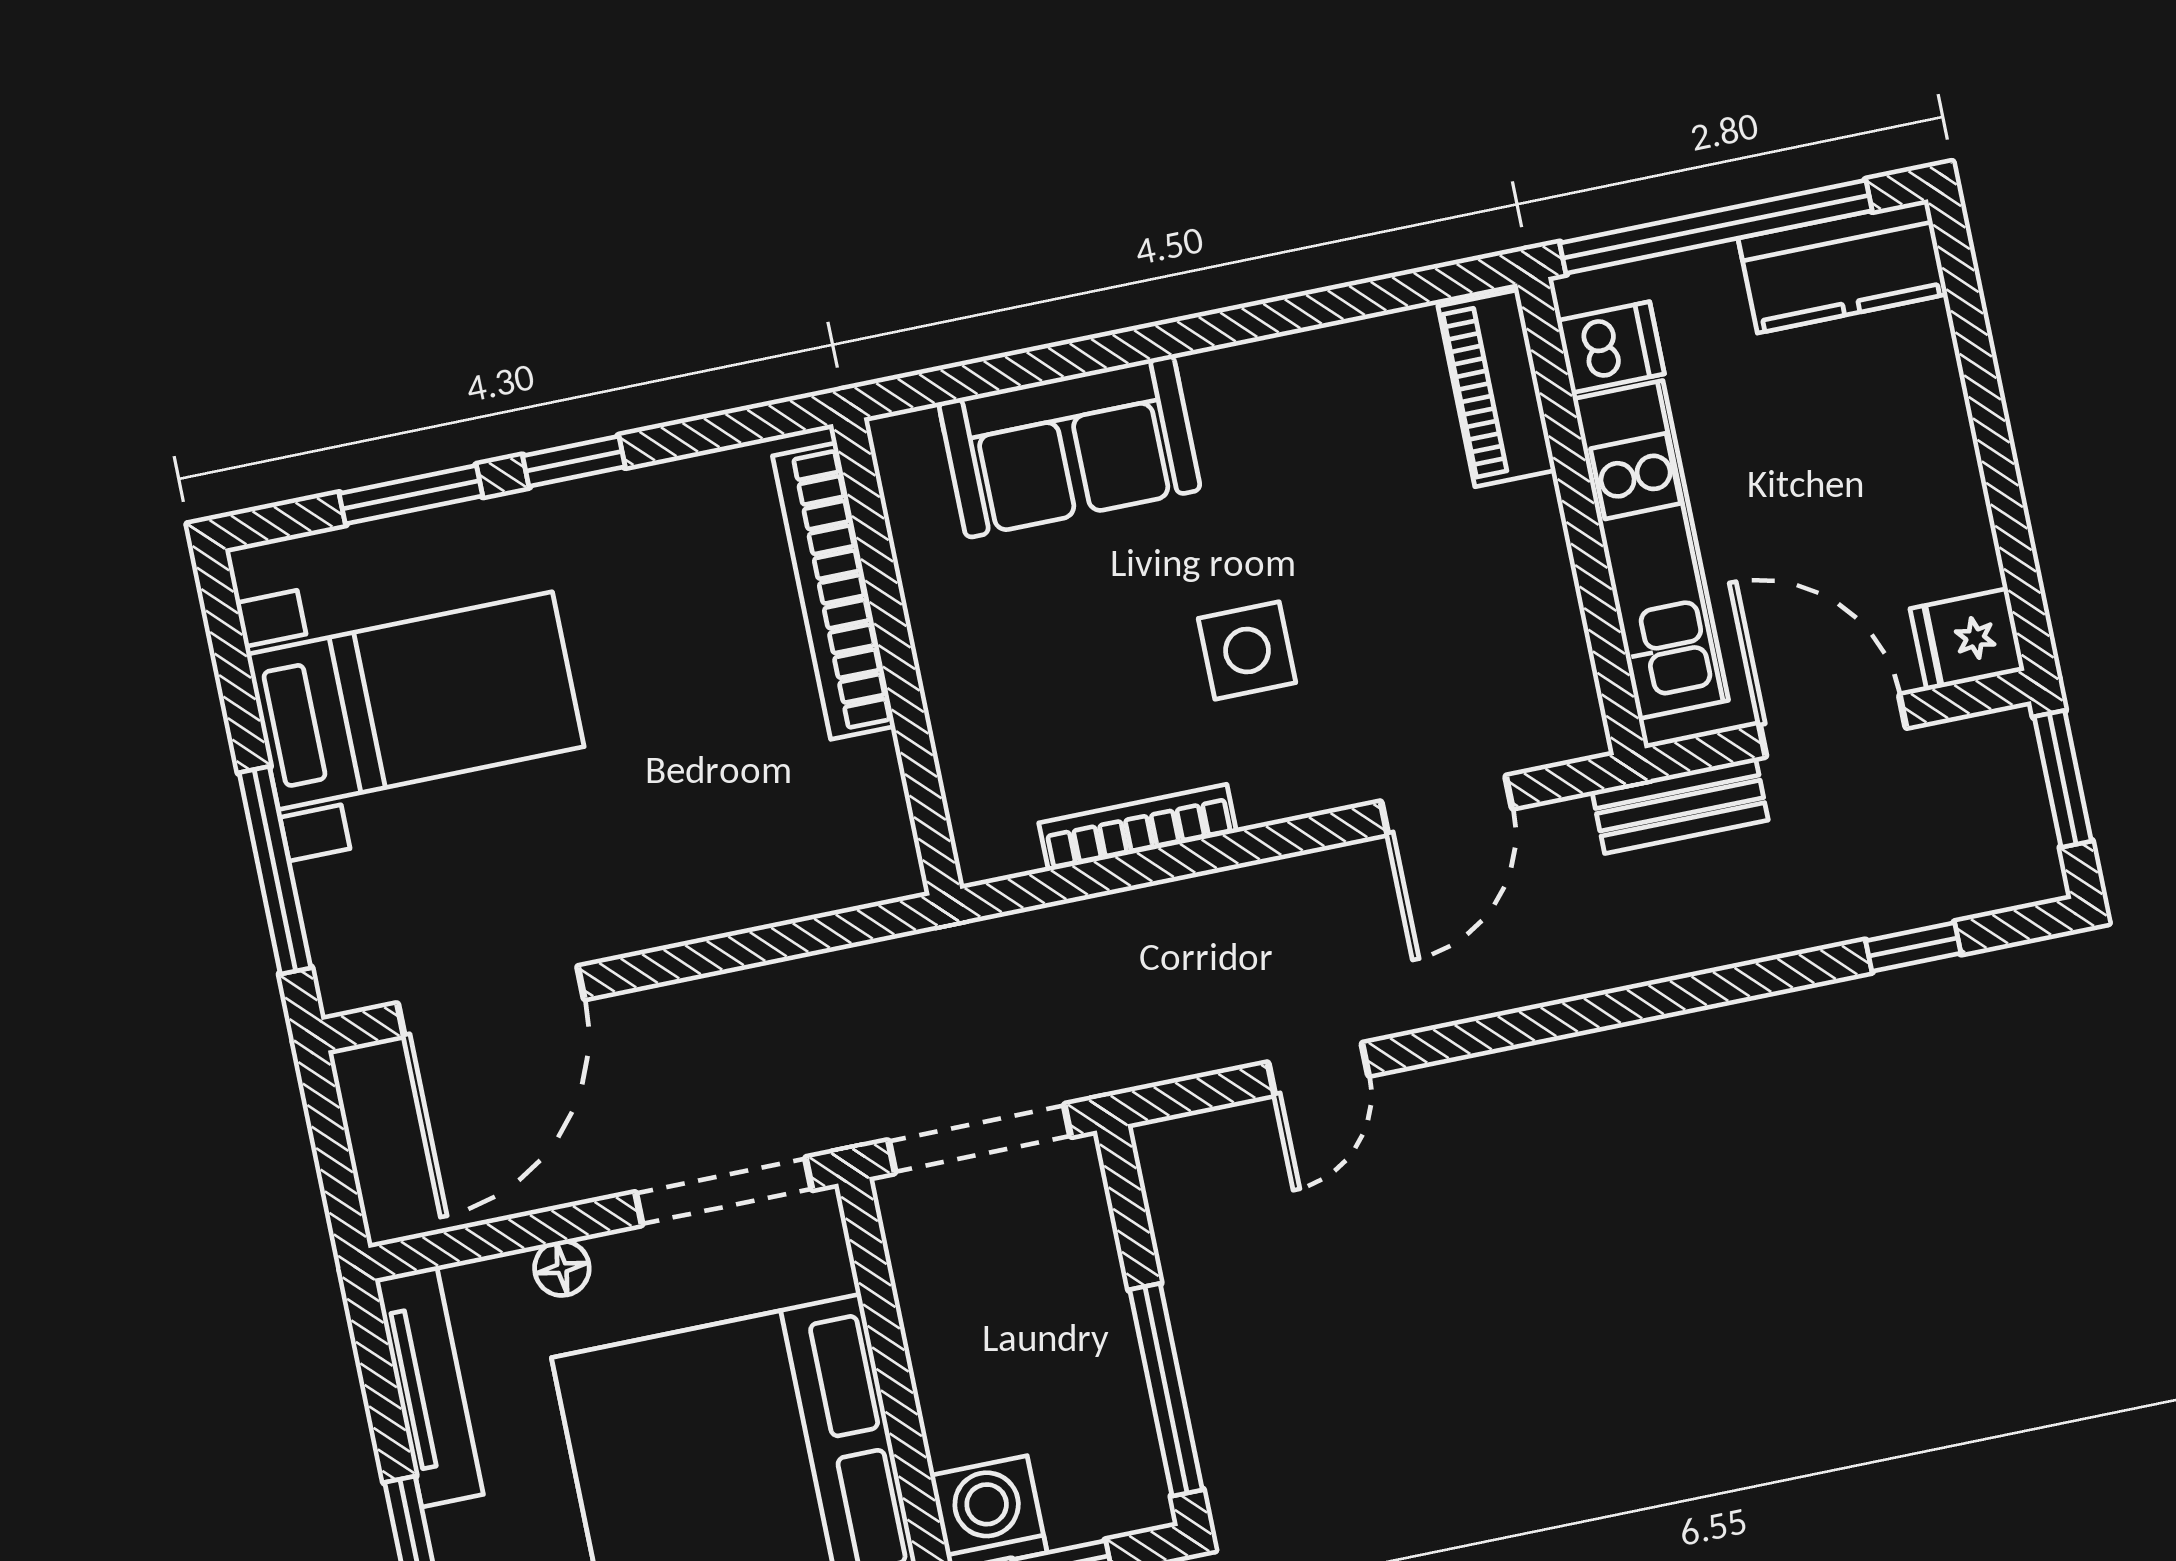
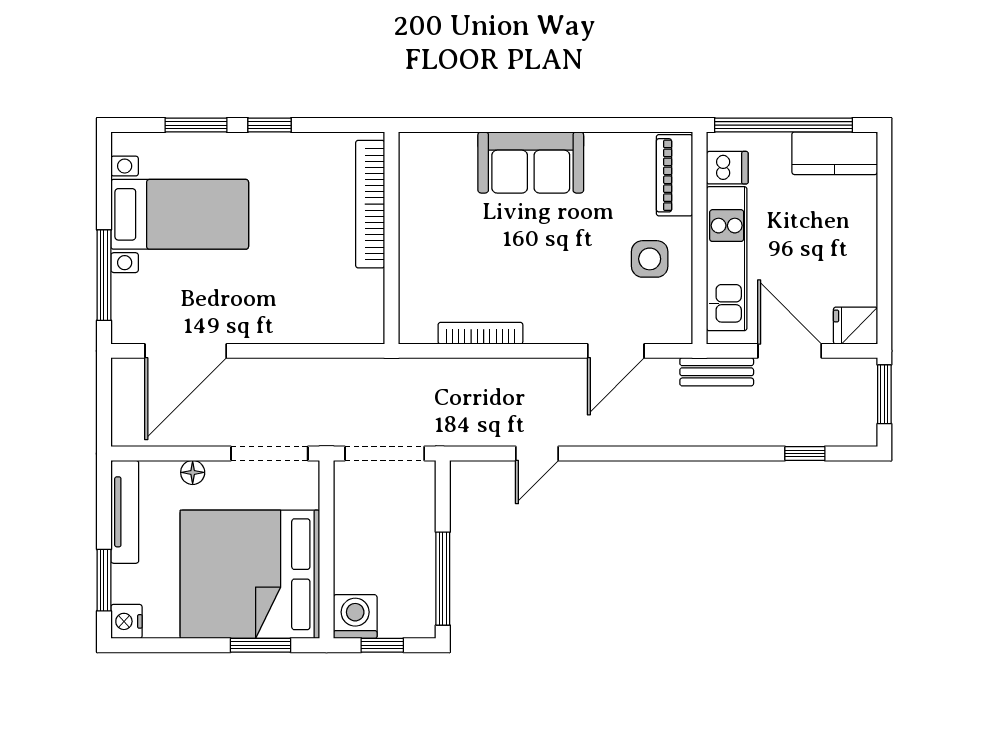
sofa: (1070, 446) -> (531, 162), moved
side table: (1247, 651) -> (650, 259), moved

